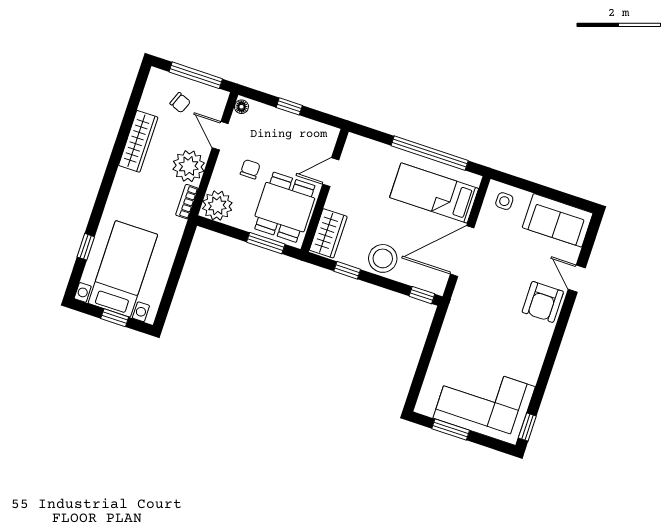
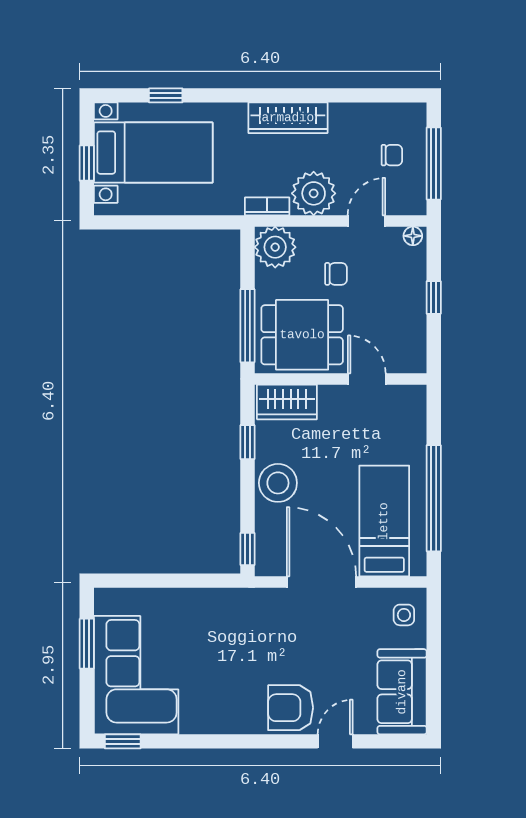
chair: (180, 103) -> (392, 155), turned -112
wardrobe: (138, 141) -> (288, 118), moved
window: (266, 243) -> (248, 326), width x1.44

